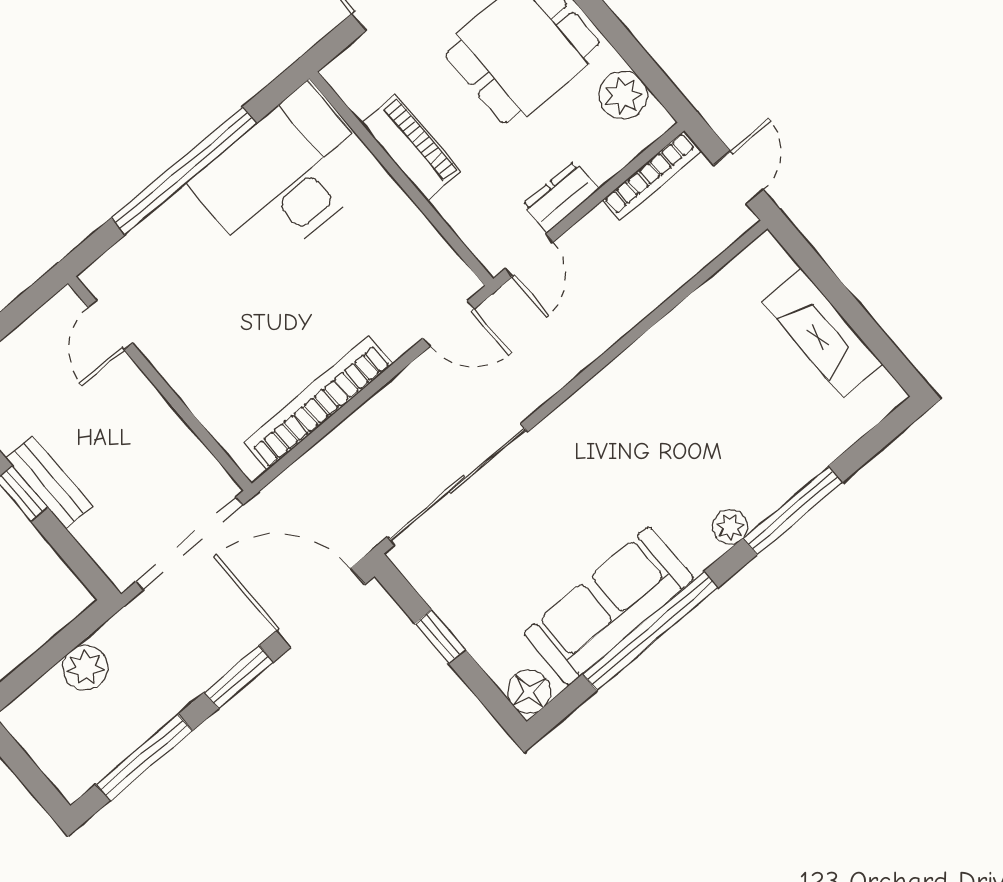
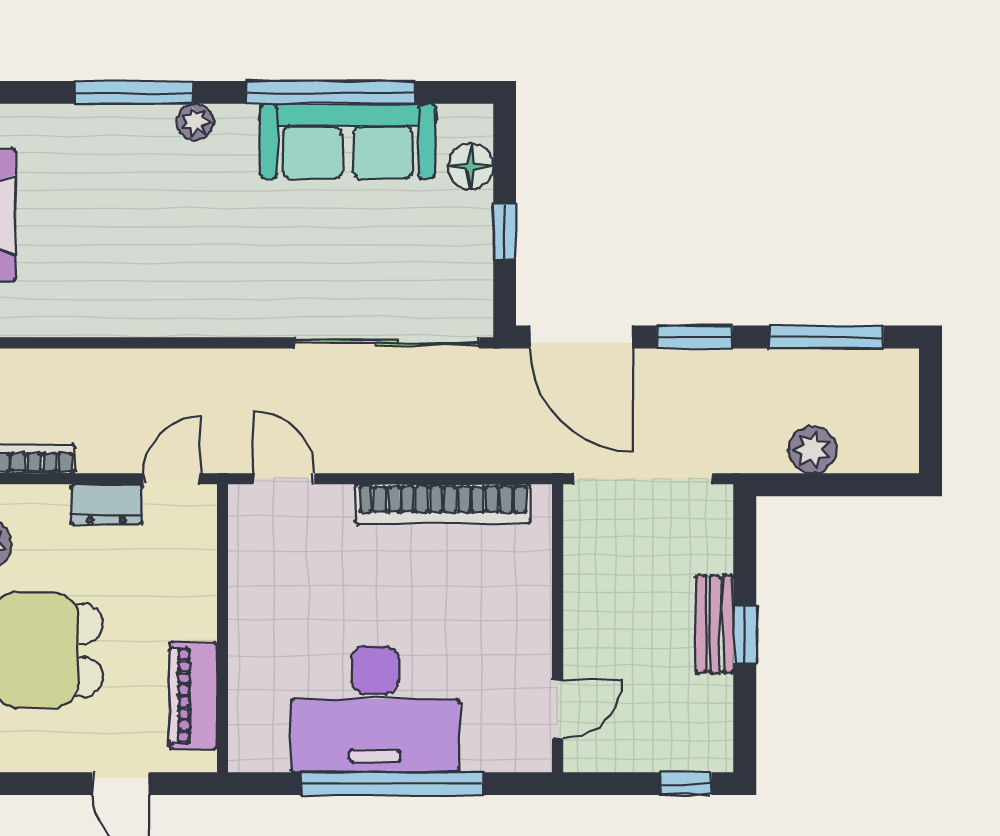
piano: (411, 147) -> (193, 696), moved
desk: (285, 177) -> (375, 709), moved
floor lamp: (529, 692) -> (471, 166), moved

